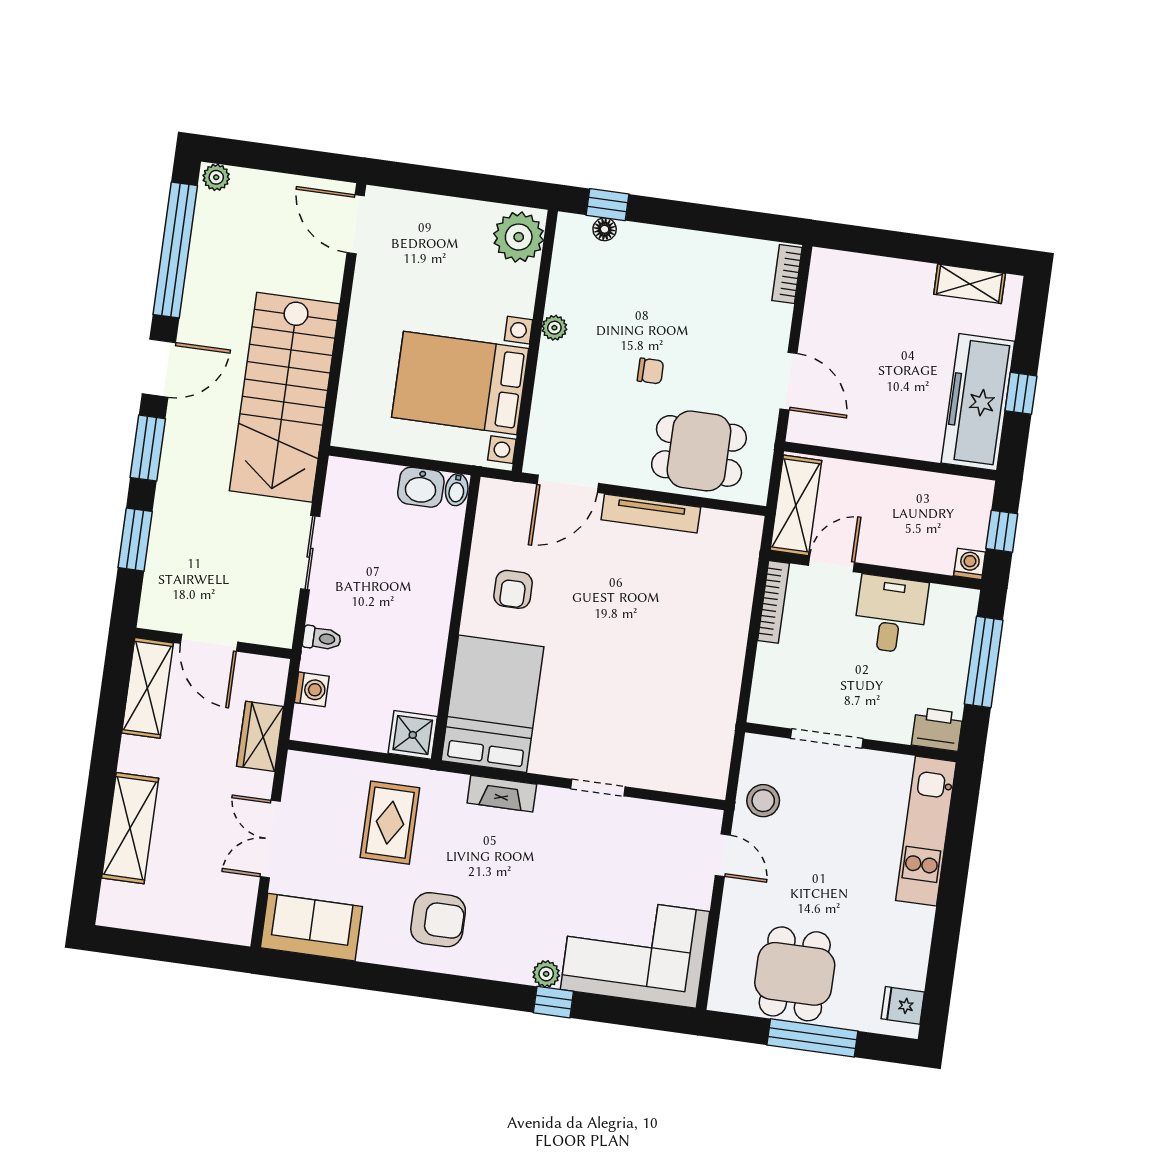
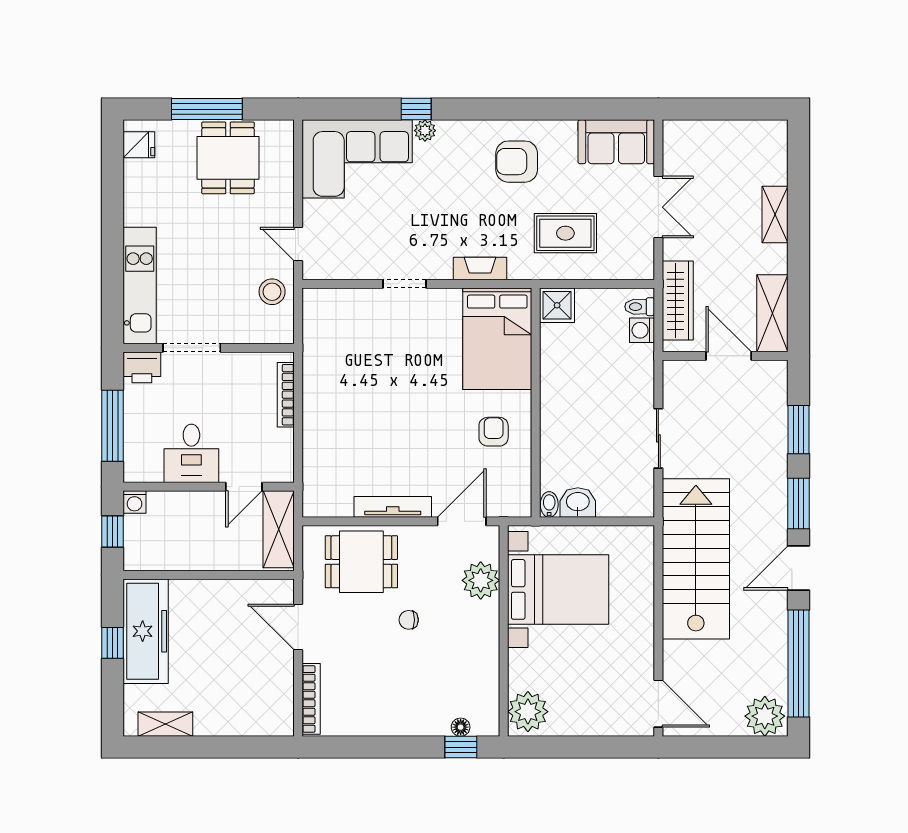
plant: (216, 177) -> (765, 716), width x1.88, depth x1.88
bookcase: (787, 274) -> (311, 699), width x1.56
plant: (554, 328) -> (481, 580), moved, width x1.87, depth x1.87
bookcase: (773, 602) -> (286, 395), moved
toilet: (322, 638) -> (640, 307), moved
wardrobe: (260, 736) -> (678, 301), width x1.50
doorway: (827, 739) -> (192, 348), moved
rug: (390, 823) -> (565, 233), turned 90
shelving: (130, 828) -> (775, 215), width x0.67, depth x0.75

